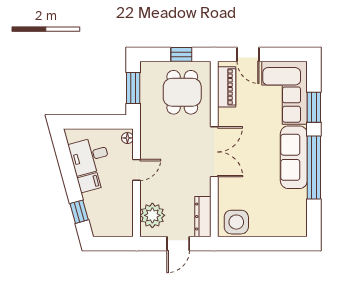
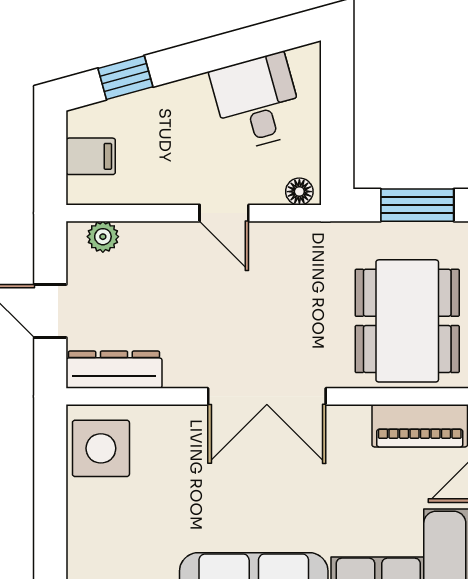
dining table: (182, 92) -> (407, 321), width x1.38
filing cabinet: (89, 183) -> (91, 156), moved, turned -75
plant: (152, 215) -> (103, 237), width x0.53, depth x0.53

